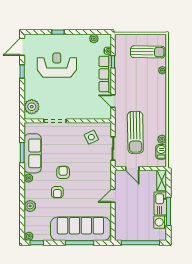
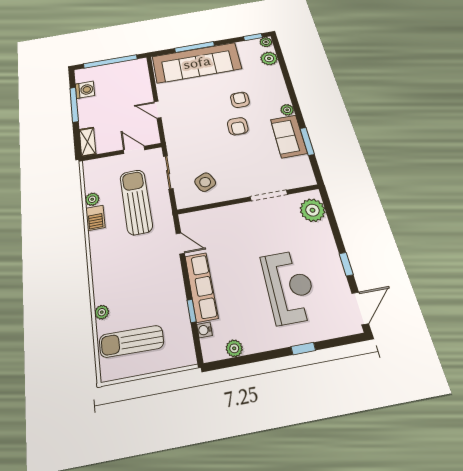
reception desk: (57, 65) -> (289, 287), turned -90
barbecue: (161, 152) -> (95, 218), moved
sofa: (33, 153) -> (289, 136), width x0.73
door: (113, 196) -> (158, 110), swing flipped
kitchen sink: (160, 203) -> (87, 112), removed
plant: (30, 206) -> (269, 58), moved

